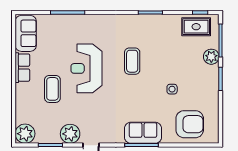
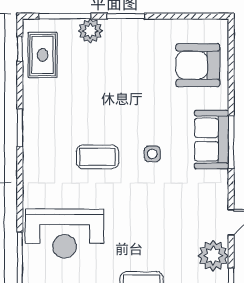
reception desk: (87, 68) -> (65, 234), moved
side table: (172, 89) -> (152, 154), moved
armchair: (190, 124) -> (198, 65), turned -90

